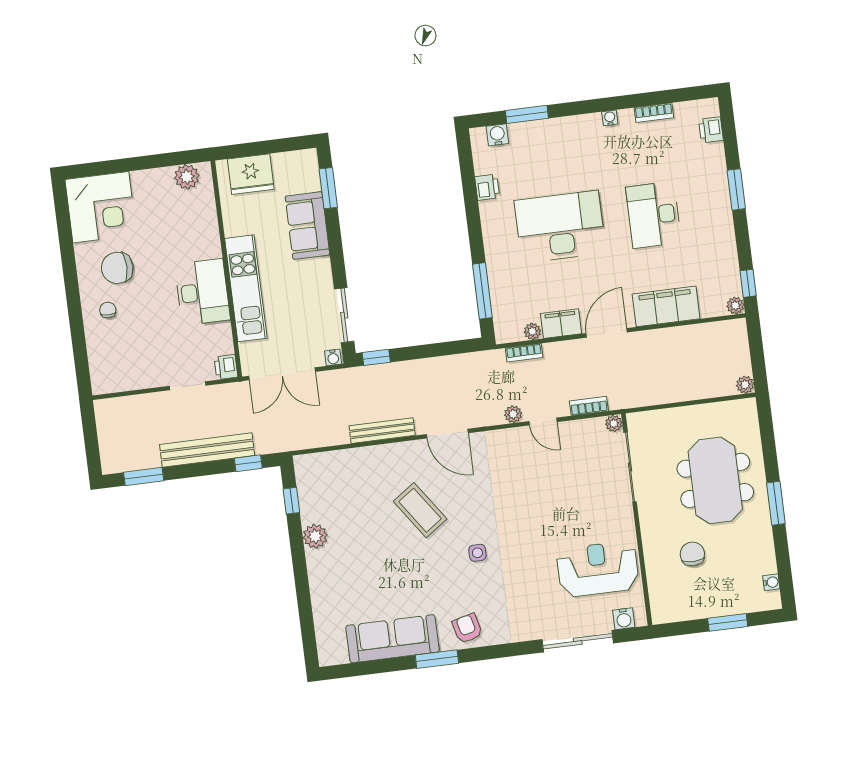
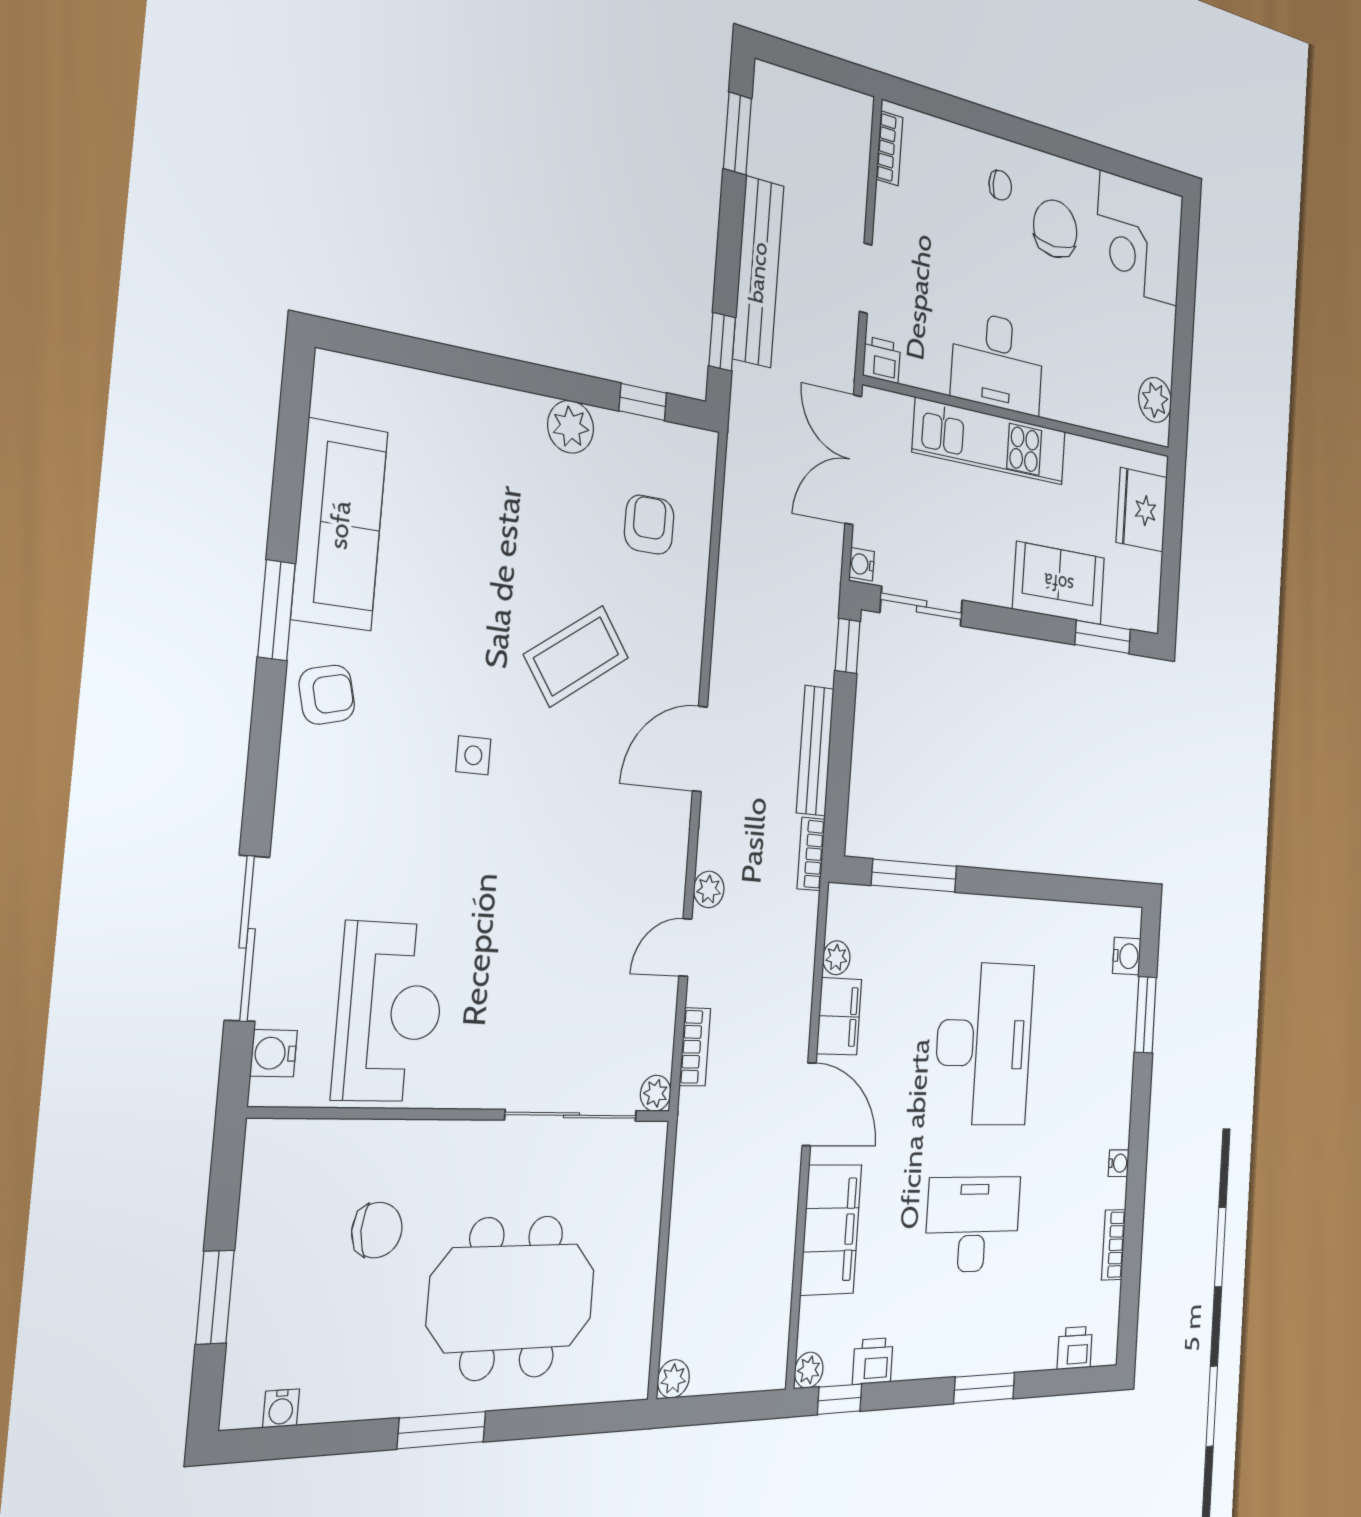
printer: (487, 187) -> (873, 1361), moved, turned 180
bookcase: (524, 353) -> (811, 854), moved
bookcase: (116, 385) -> (889, 148), added
bench: (382, 431) -> (815, 751), moved
armchair: (348, 485) -> (649, 525), added

